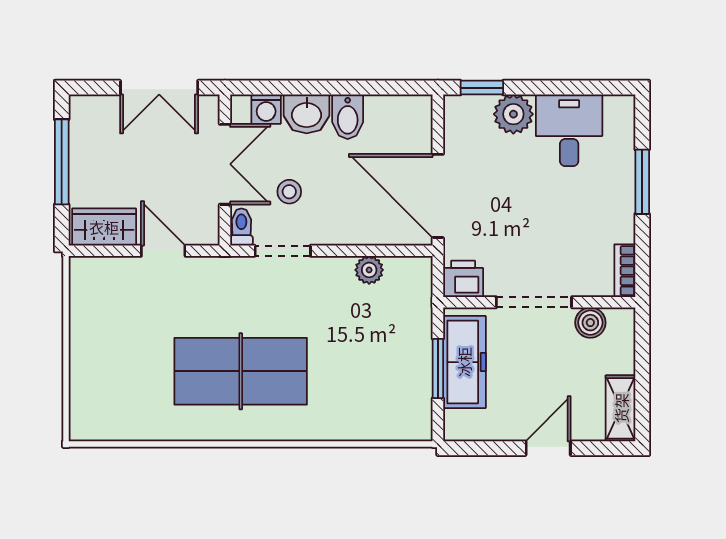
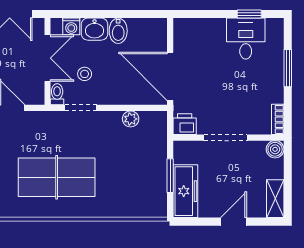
window: (482, 88) -> (249, 14), moved
plant: (513, 114) -> (214, 29), removed
boiler: (590, 323) -> (275, 149), moved
freezer: (464, 362) -> (185, 191), moved

